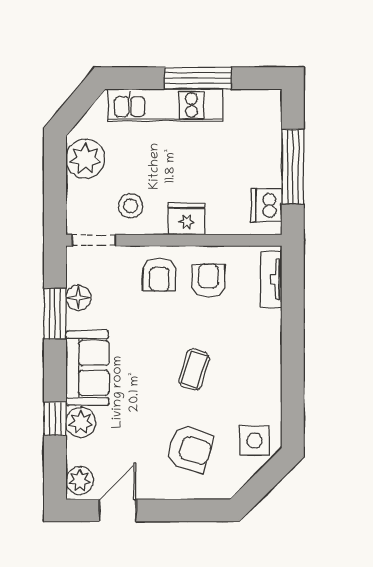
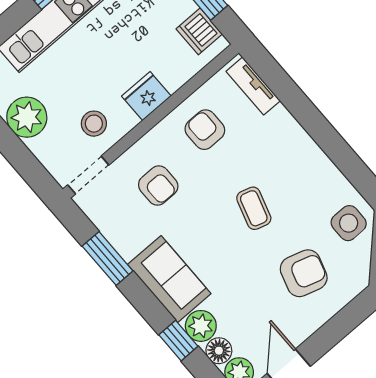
armchair: (159, 275) -> (158, 186), moved
floor lamp: (78, 298) -> (219, 351), moved

